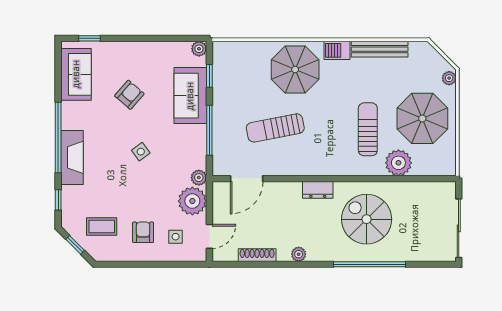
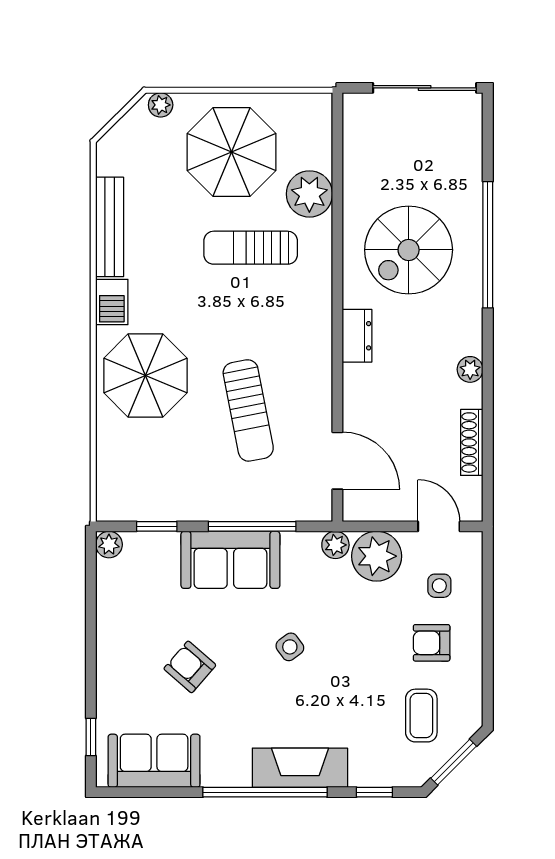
sofa: (190, 96) -> (230, 560), moved
window: (75, 245) -> (454, 762), width x1.50

